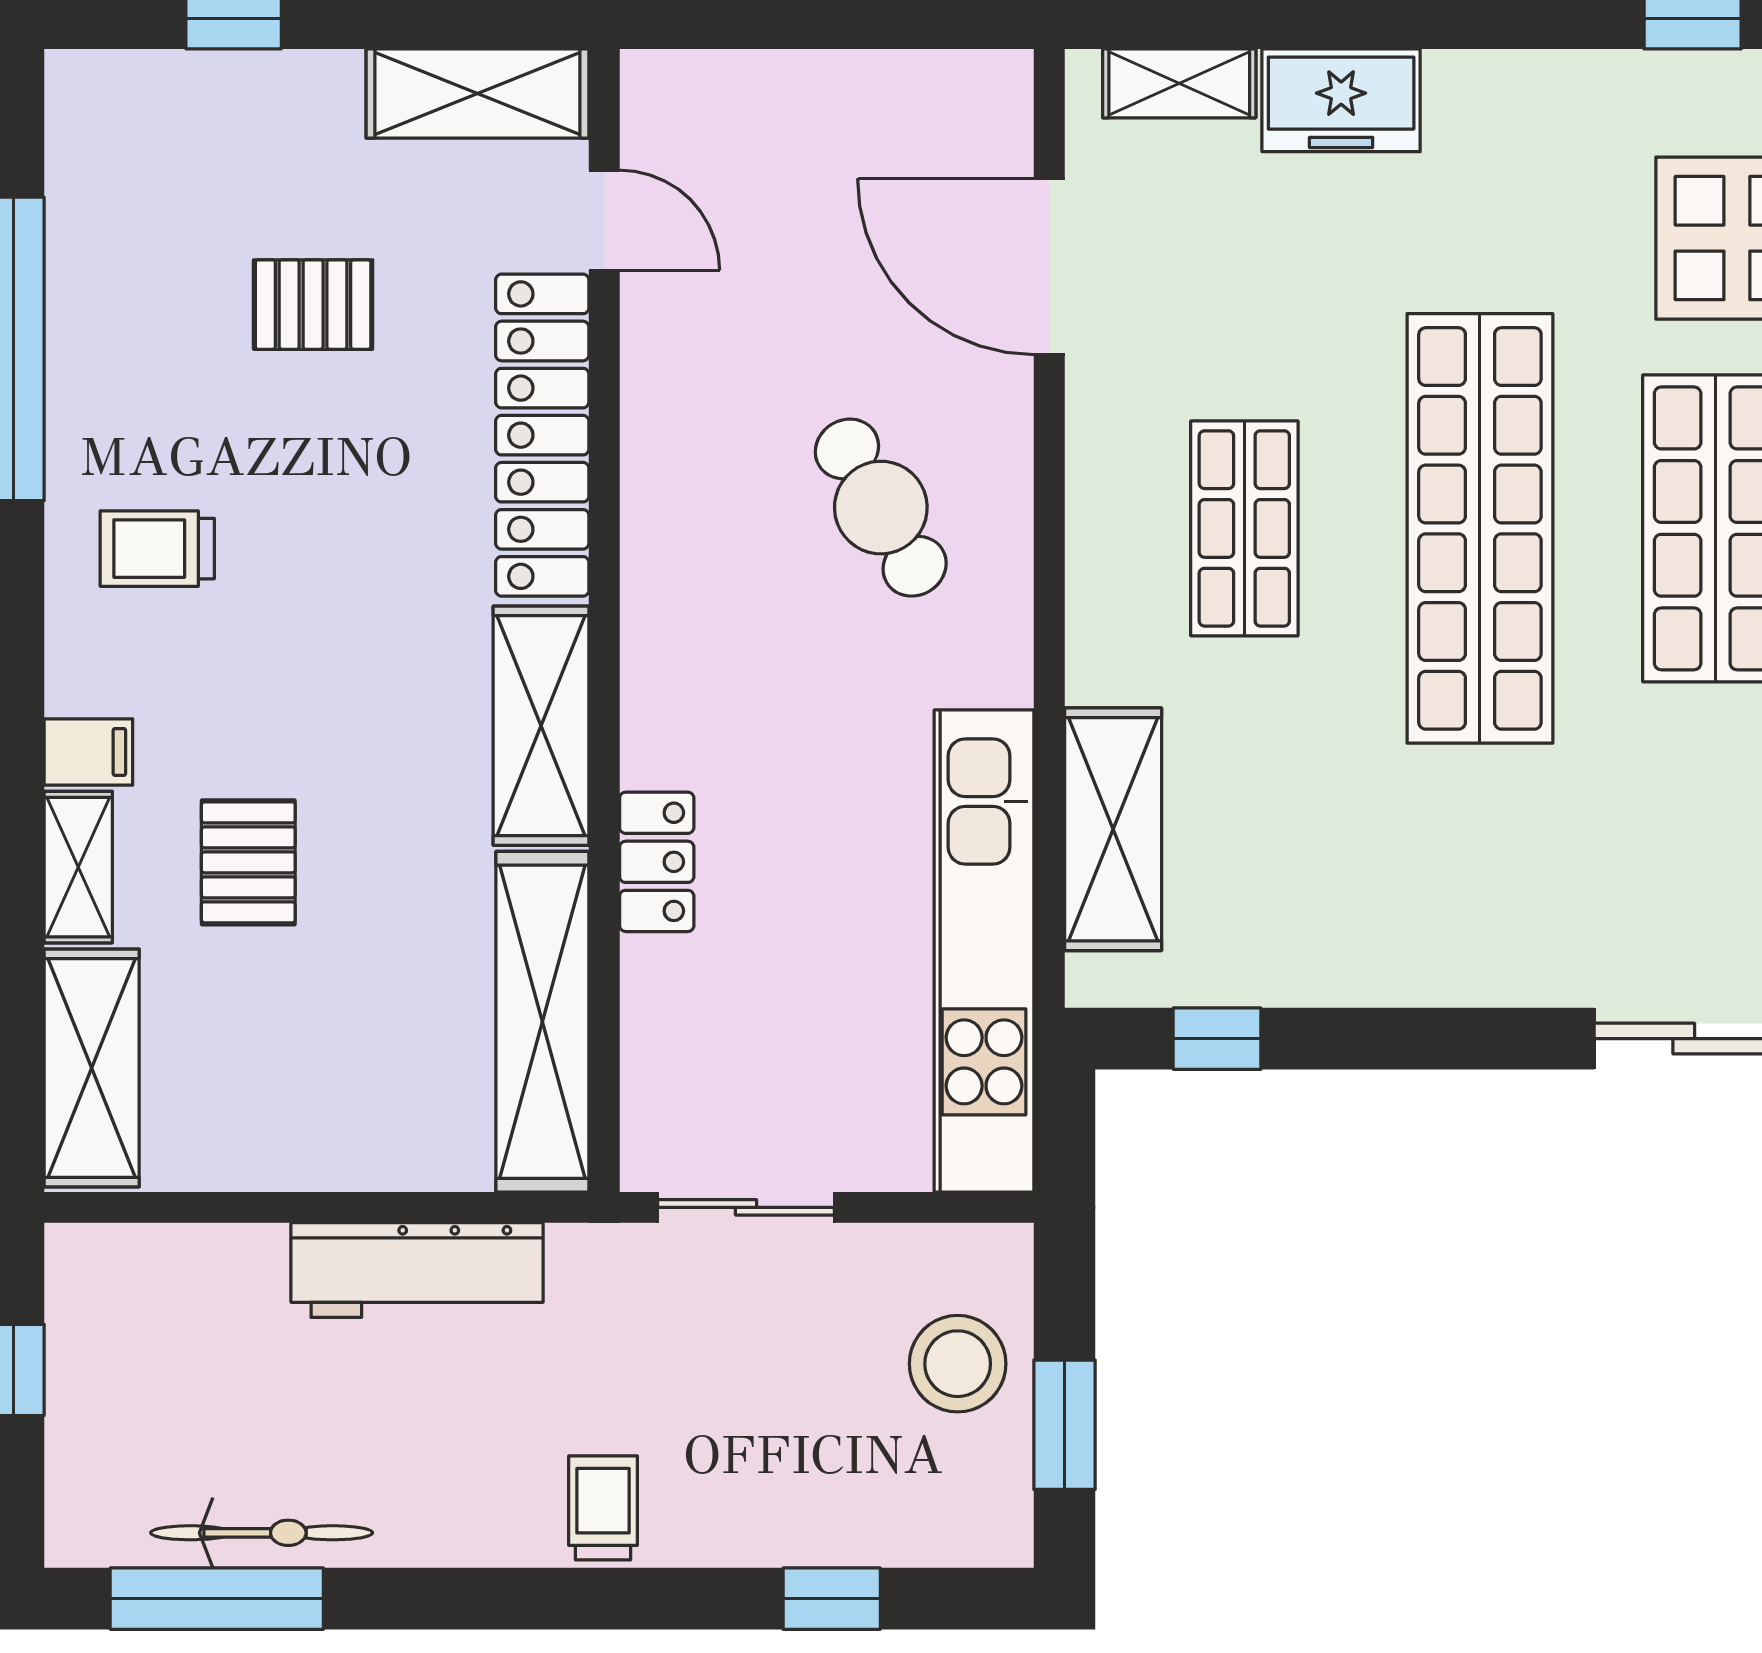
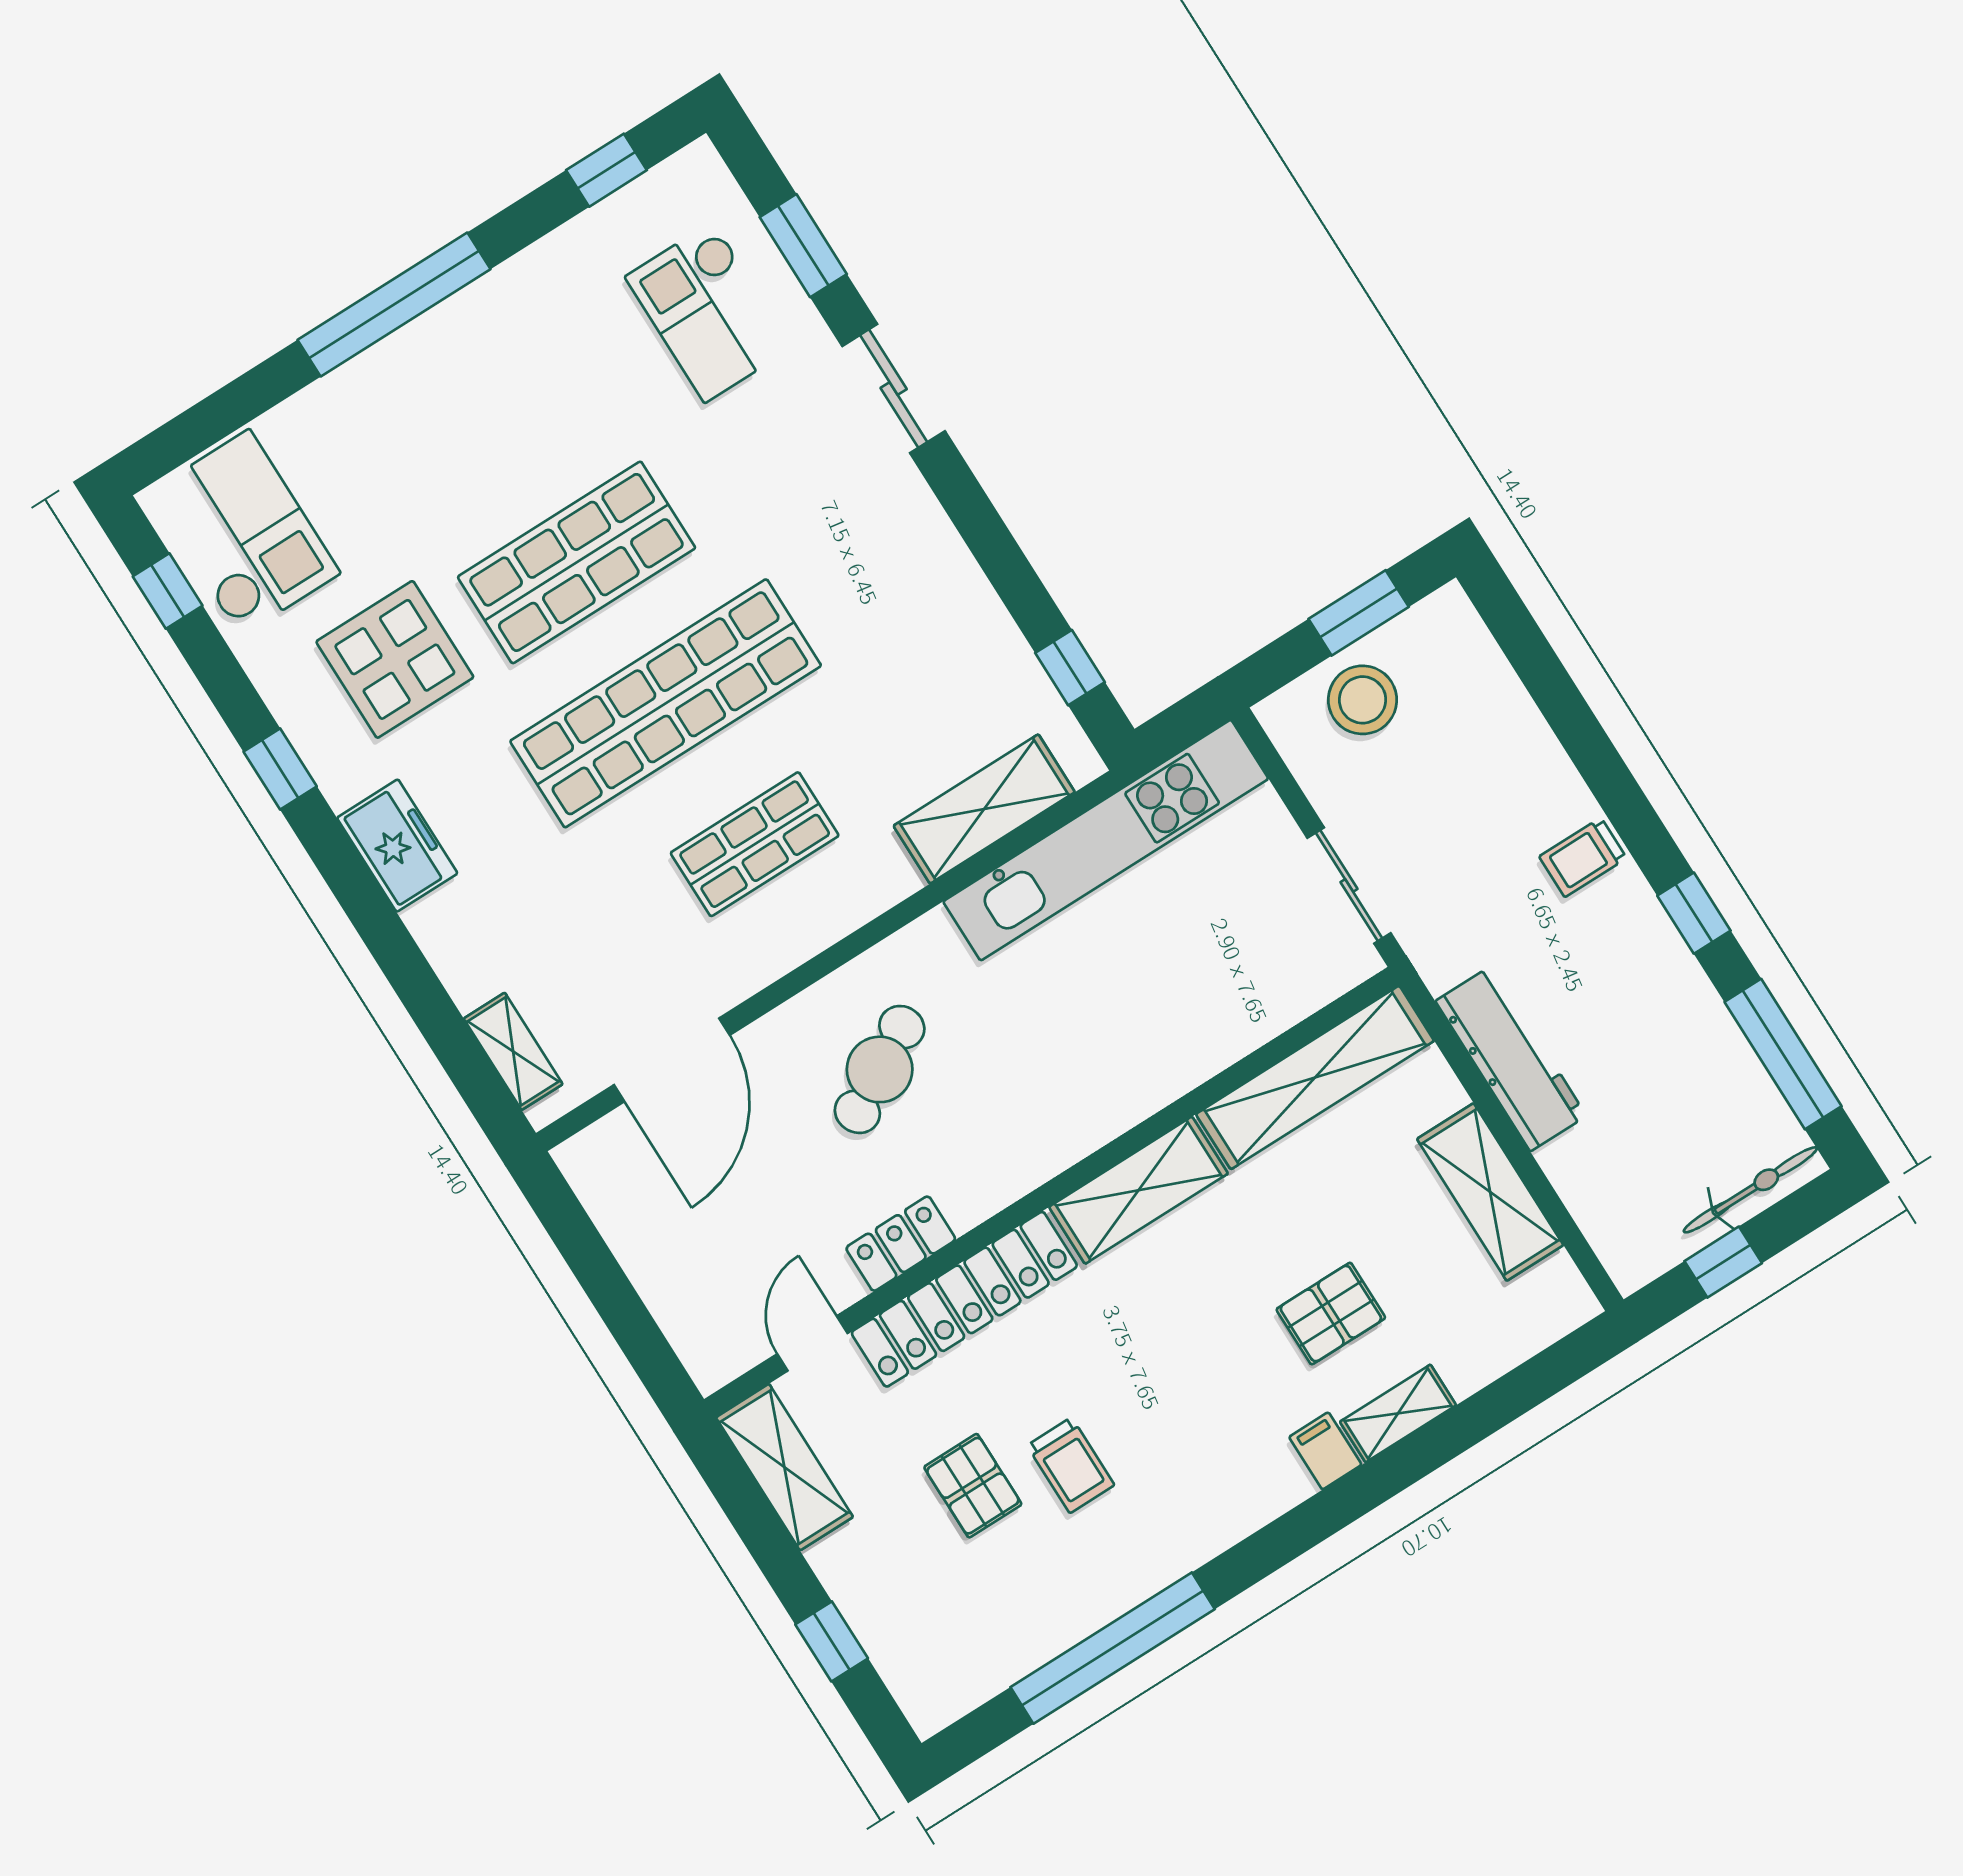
freezer: (1341, 100) -> (397, 846), moved
trolley: (157, 549) -> (1071, 1465), moved
locker: (657, 862) -> (901, 1244), moved
shelving: (92, 1068) -> (1490, 1192), moved, turned 90
bicycle: (262, 1533) -> (1750, 1190), moved, turned 90
window: (832, 1599) -> (1694, 913), moved

